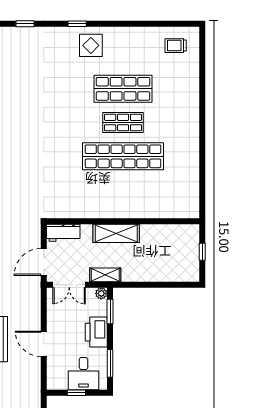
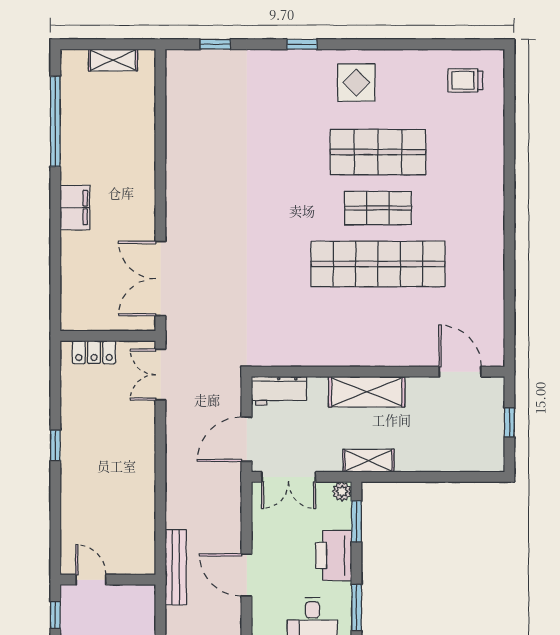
display table: (91, 45) -> (356, 83), moved
door: (172, 221) -> (460, 372), added
shelving: (105, 275) -> (368, 461), moved

